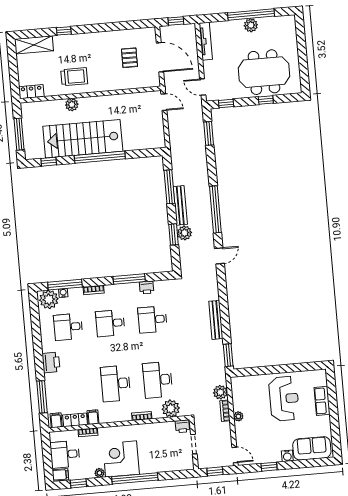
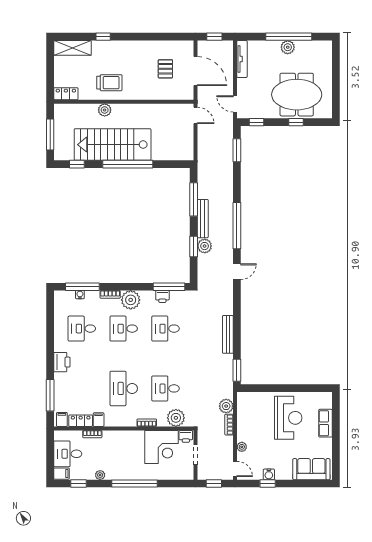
window: (129, 279) -> (169, 287), moved
plant: (49, 299) -> (131, 300), moved
desk: (158, 380) -> (166, 388), width x0.73
plant: (238, 416) -> (242, 447), moved
water cooler: (287, 456) -> (269, 474), moved
corner desk: (121, 459) -> (161, 447), moved, turned 180

